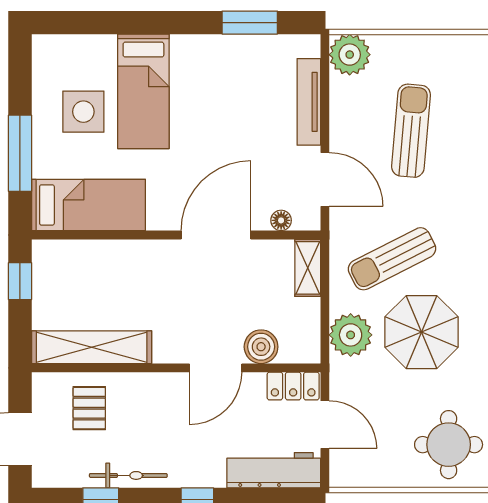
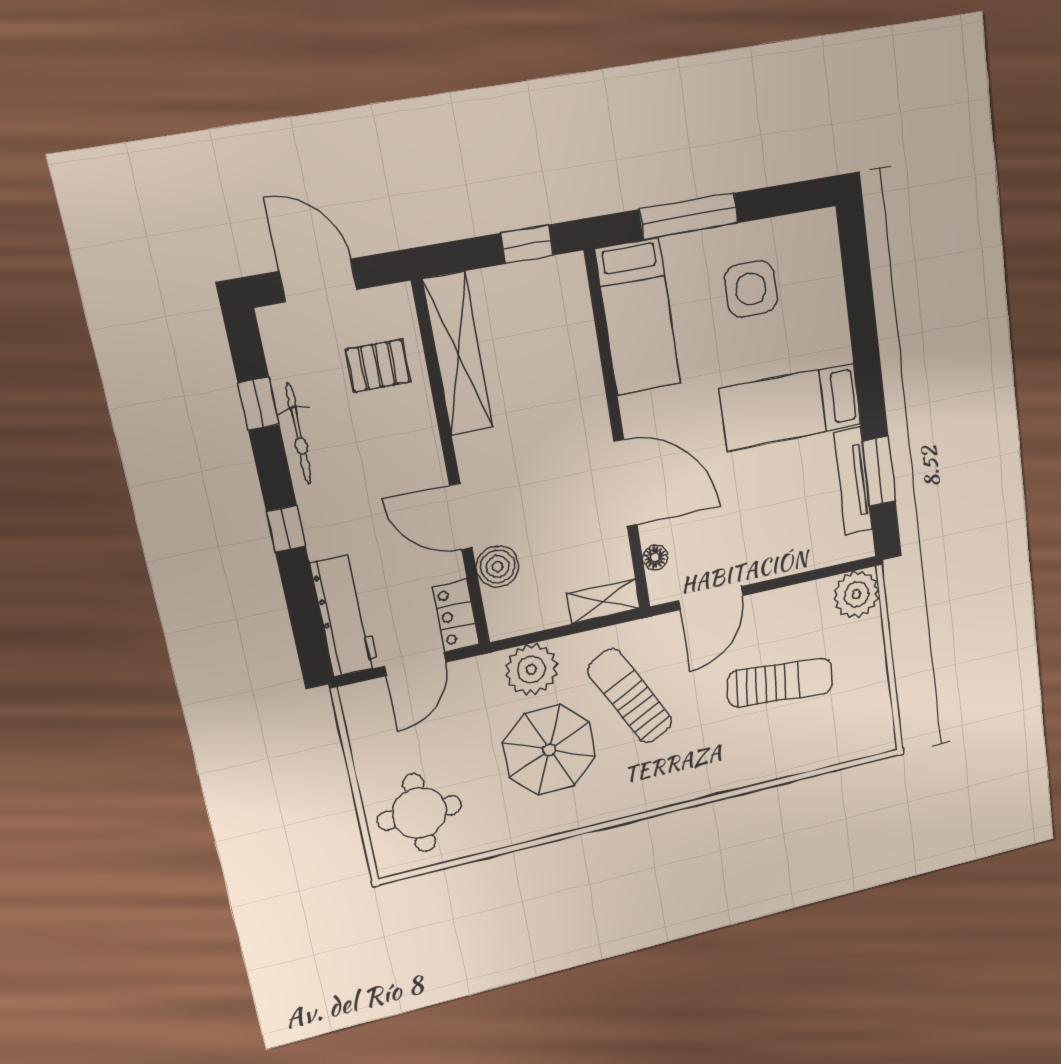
bed: (143, 91) -> (791, 407), moved
tv unit: (309, 102) -> (853, 481), moved, turned -90

